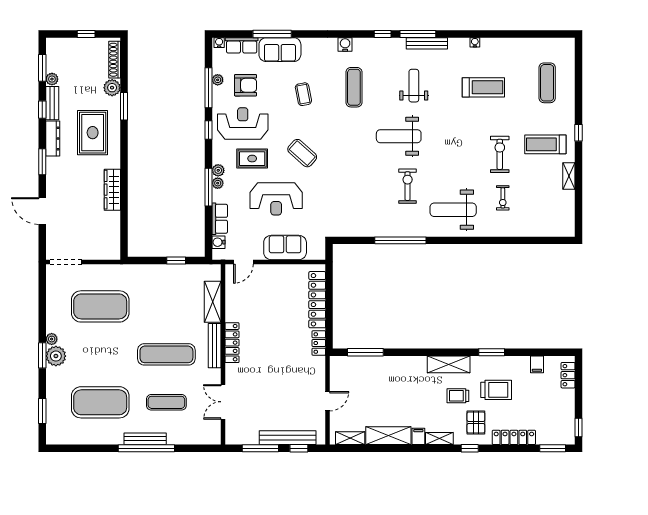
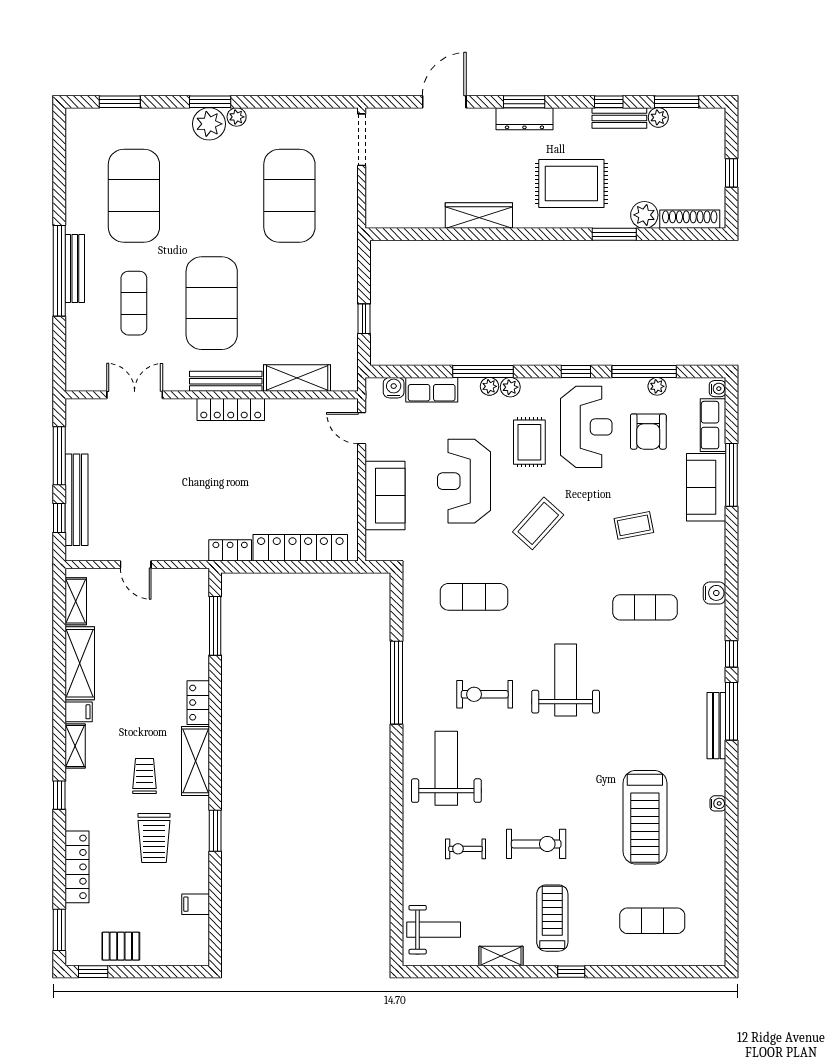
weight bench: (414, 86) -> (434, 930), moved
treadmill: (483, 87) -> (645, 817), width x1.37, depth x1.38
dresser: (53, 139) -> (524, 119), moved
exercise bike: (408, 186) -> (485, 694), turned 180
exercise mat: (347, 193) -> (474, 597), added
exercise mat: (166, 354) -> (212, 303), width x1.47
locker: (568, 375) -> (198, 703), moved, turned -90
pallet: (476, 423) -> (121, 946), moved

